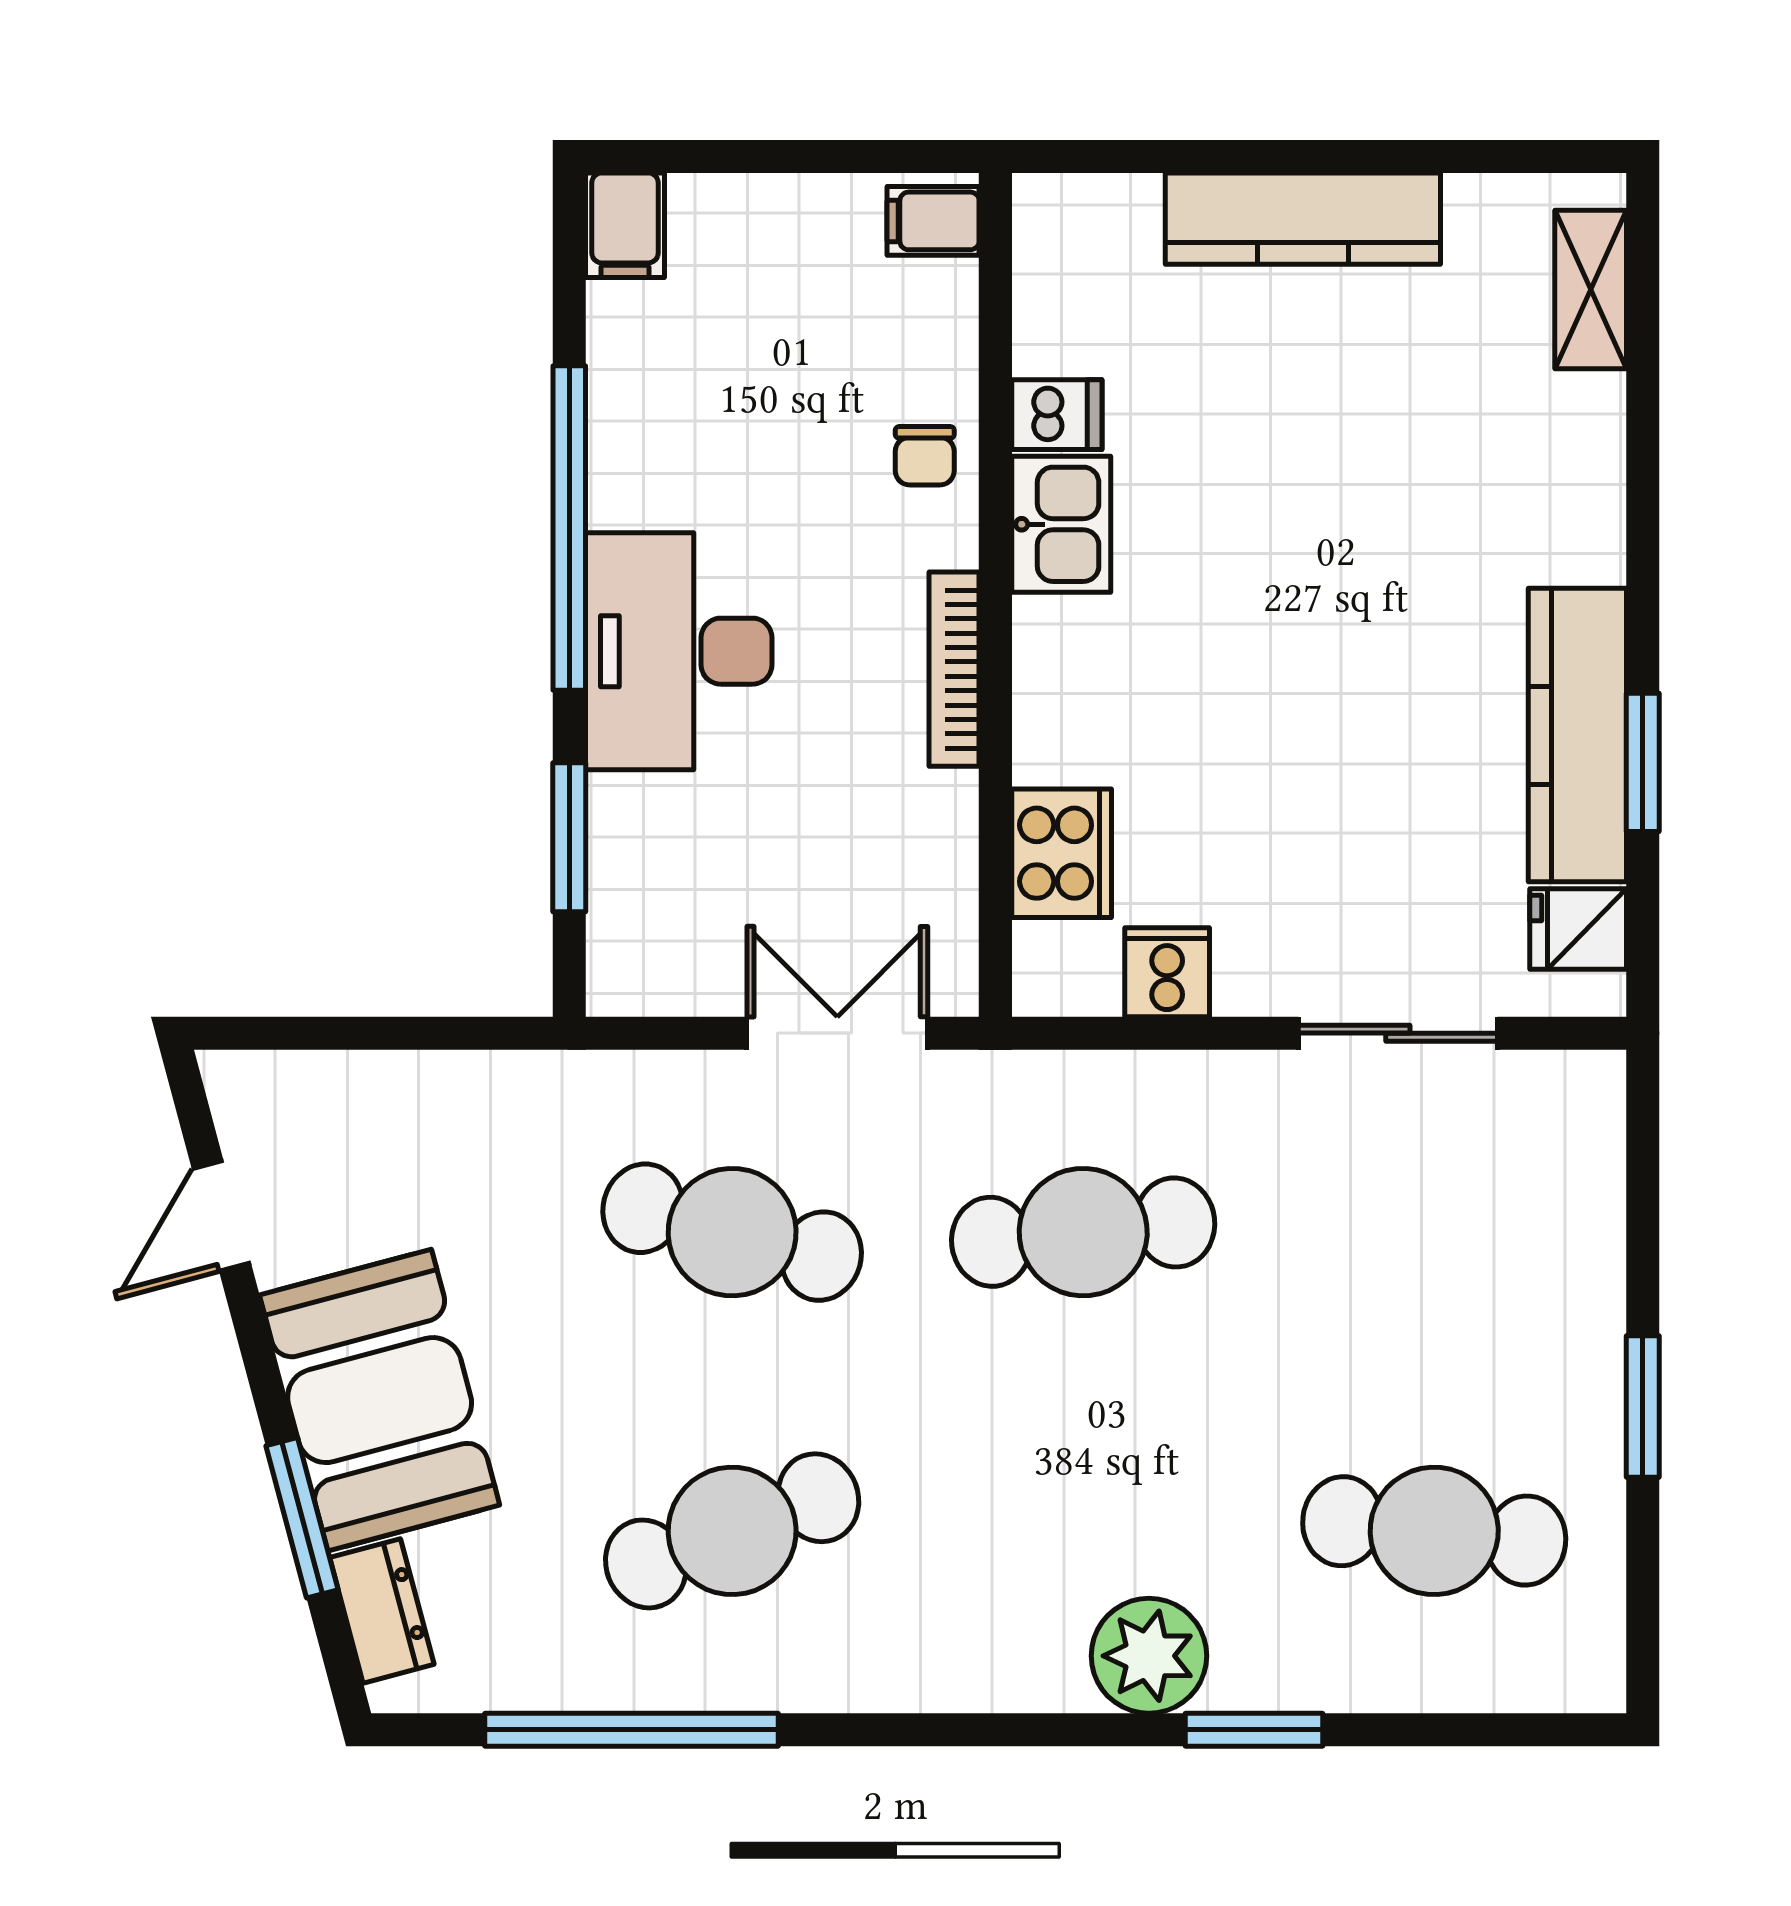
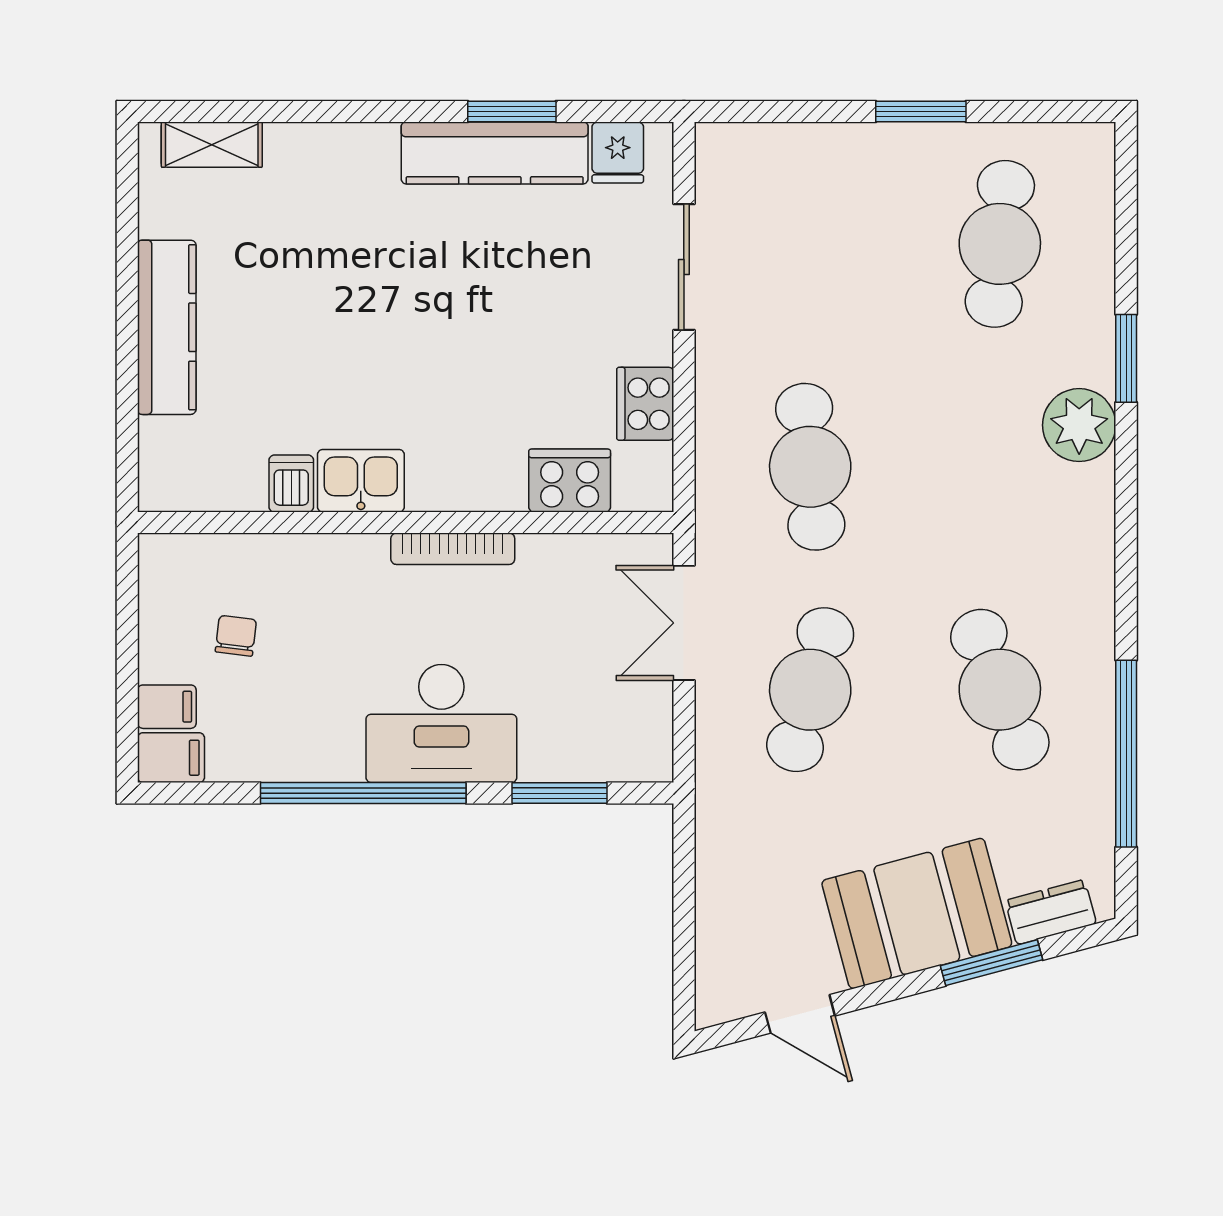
filing cabinet: (933, 221) -> (167, 707), moved, turned -90
chair: (925, 456) -> (236, 636), moved, turned -83
cooker: (1167, 972) -> (645, 404), width x1.36

